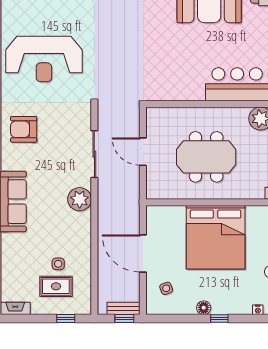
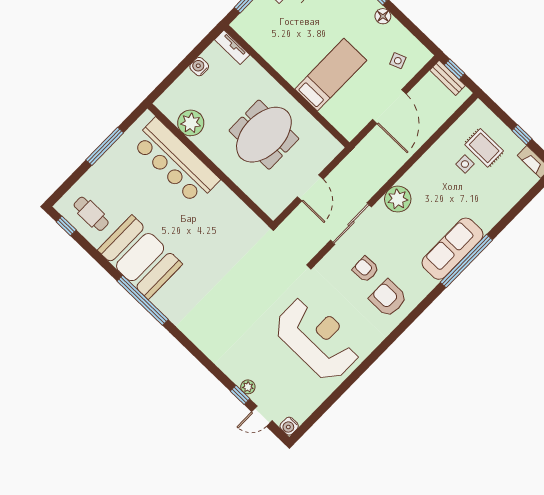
armchair: (24, 129) -> (388, 298), turned 180
armchair: (56, 134) -> (366, 269), added
meeting table: (206, 157) -> (264, 135), turned 90
bed: (216, 237) -> (331, 75), width x0.49
window: (66, 318) -> (522, 135), moved

